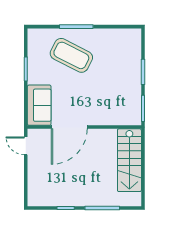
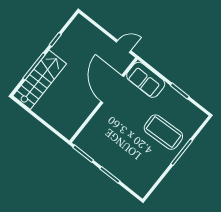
coffee table: (71, 55) -> (163, 132), turned 61
stairs: (129, 160) -> (40, 80), moved, turned 90

